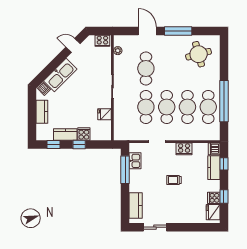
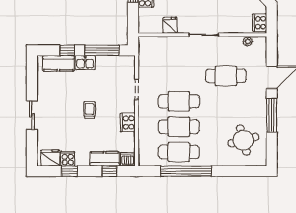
cafe table: (146, 107) -> (179, 76), removed
kitchen sink: (135, 161) -> (85, 63), moved
window: (125, 198) -> (67, 50), added
sliding door: (155, 227) -> (32, 115), moved

